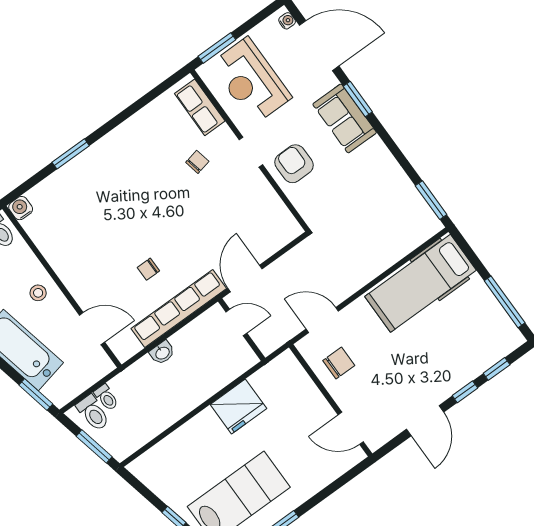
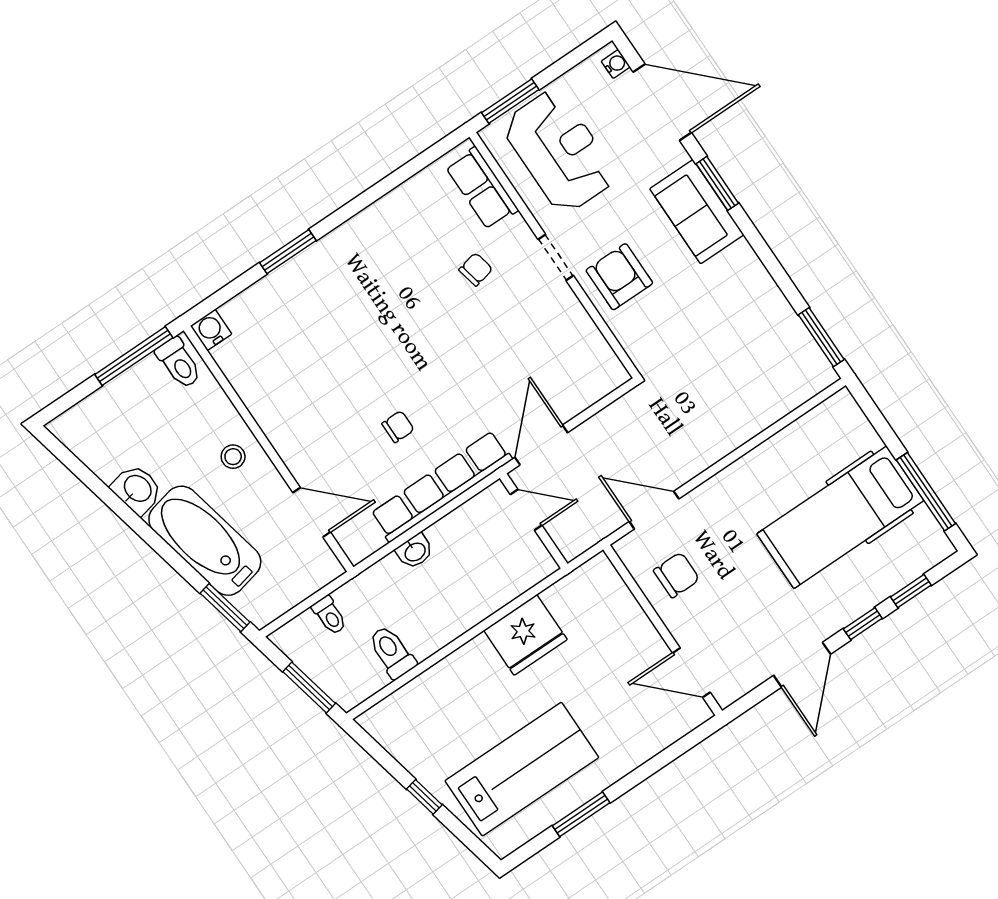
reception desk: (251, 81) -> (559, 151), turned 180
chair: (148, 269) -> (398, 427), turned 180
hospital bed: (421, 283) -> (840, 517), moved
toilet: (93, 413) -> (392, 652), moved, turned 180

